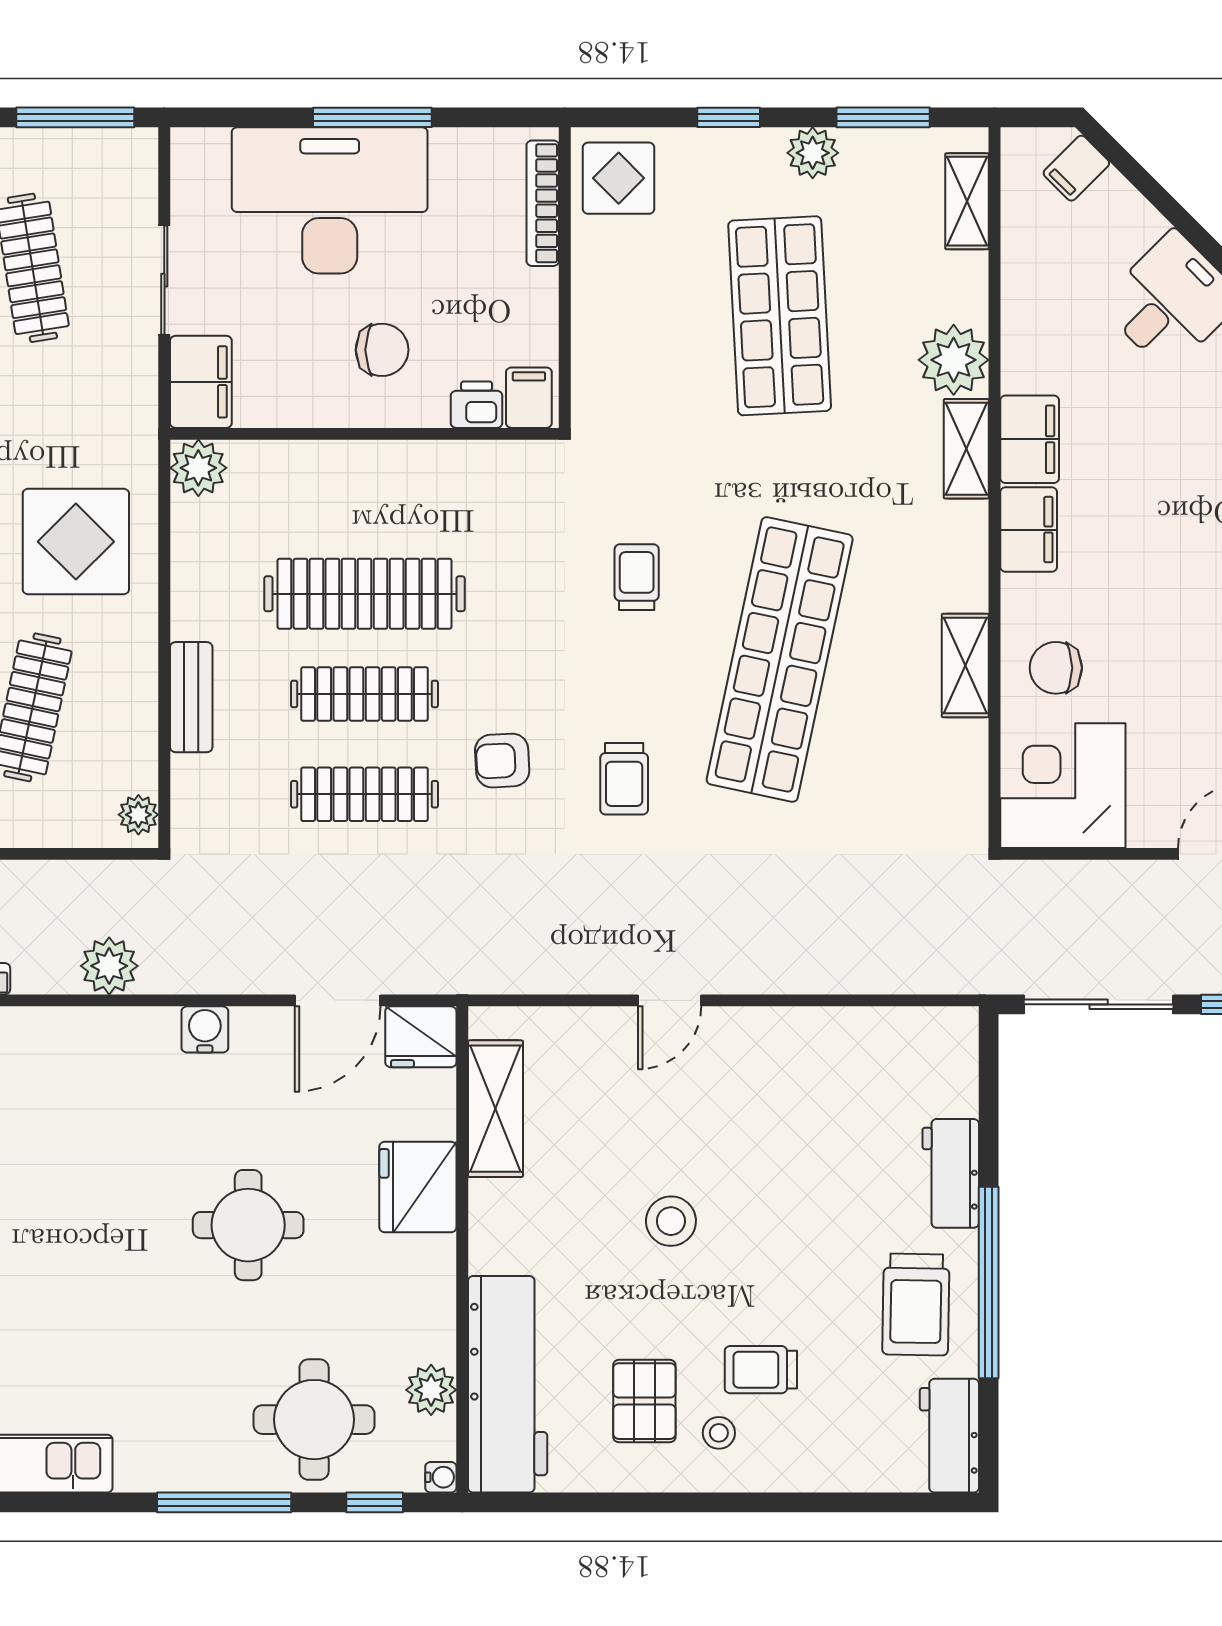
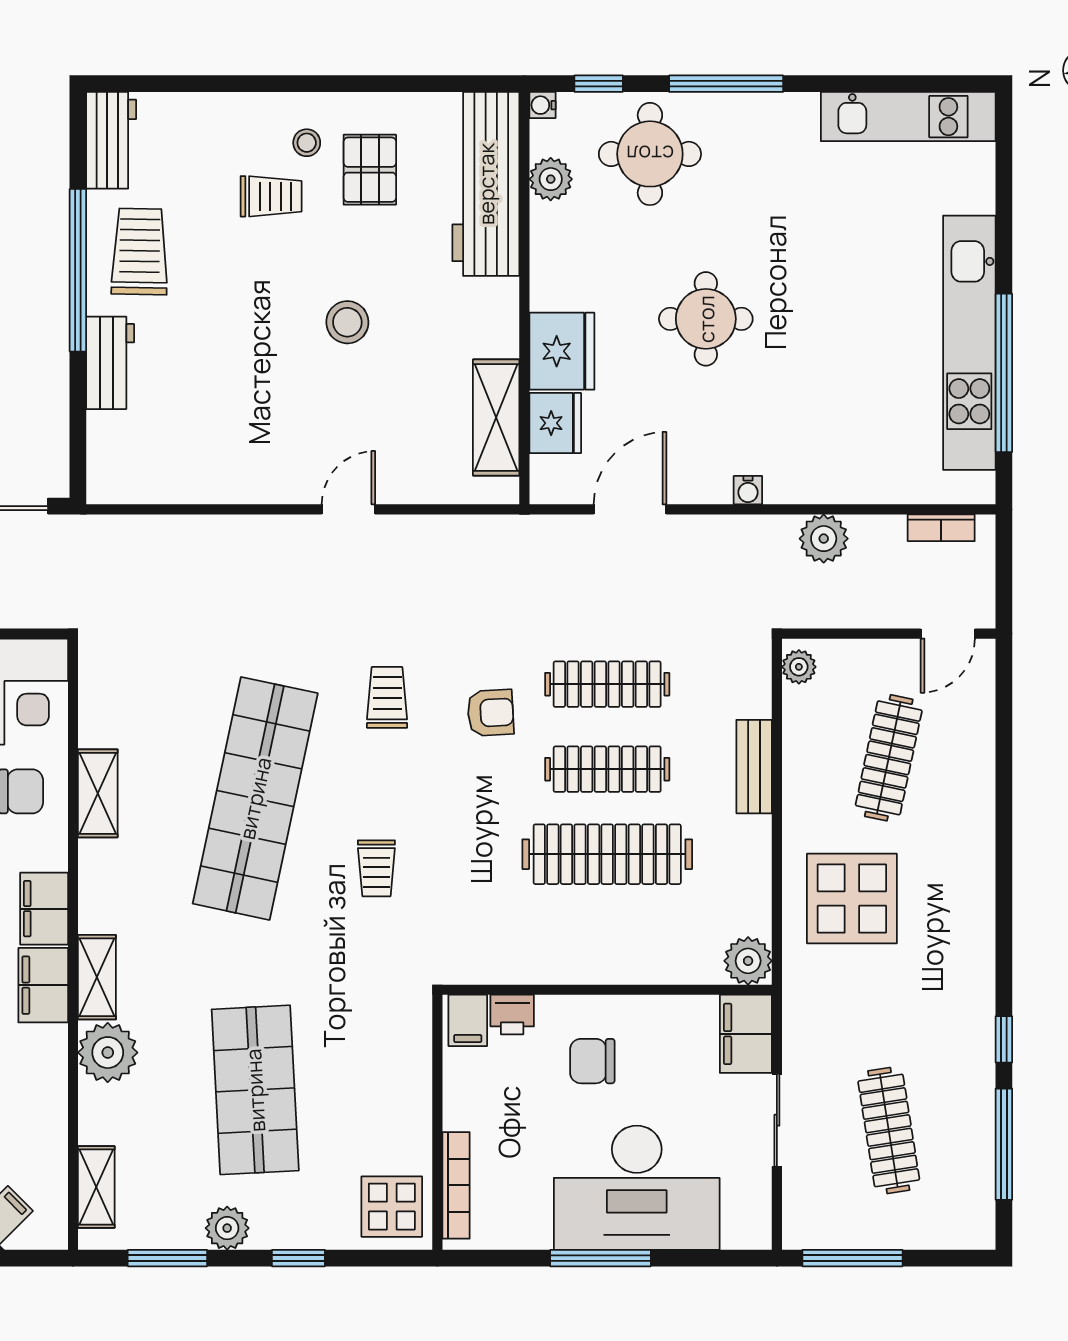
water cooler: (205, 1029) -> (748, 490), width x0.72, depth x0.72
fridge: (421, 1037) -> (555, 423), moved, turned 90

